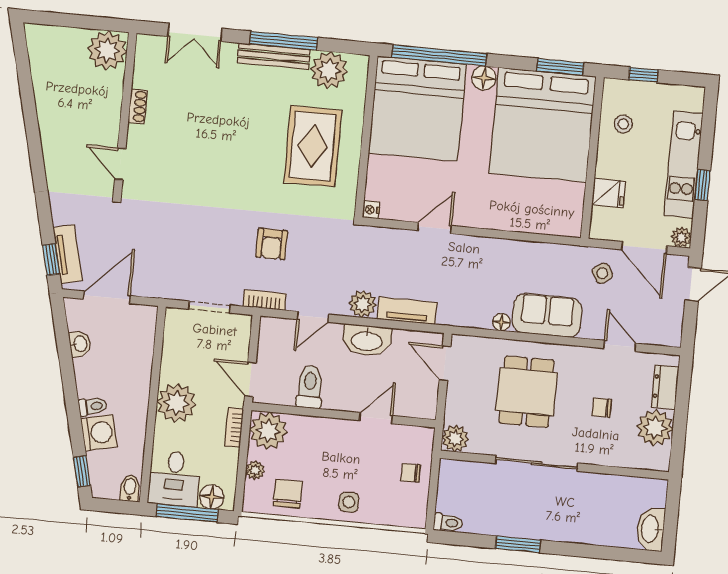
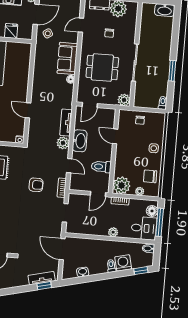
door: (107, 297) -> (62, 249), moved
plant: (176, 403) -> (113, 232), width x0.53, depth x0.53

